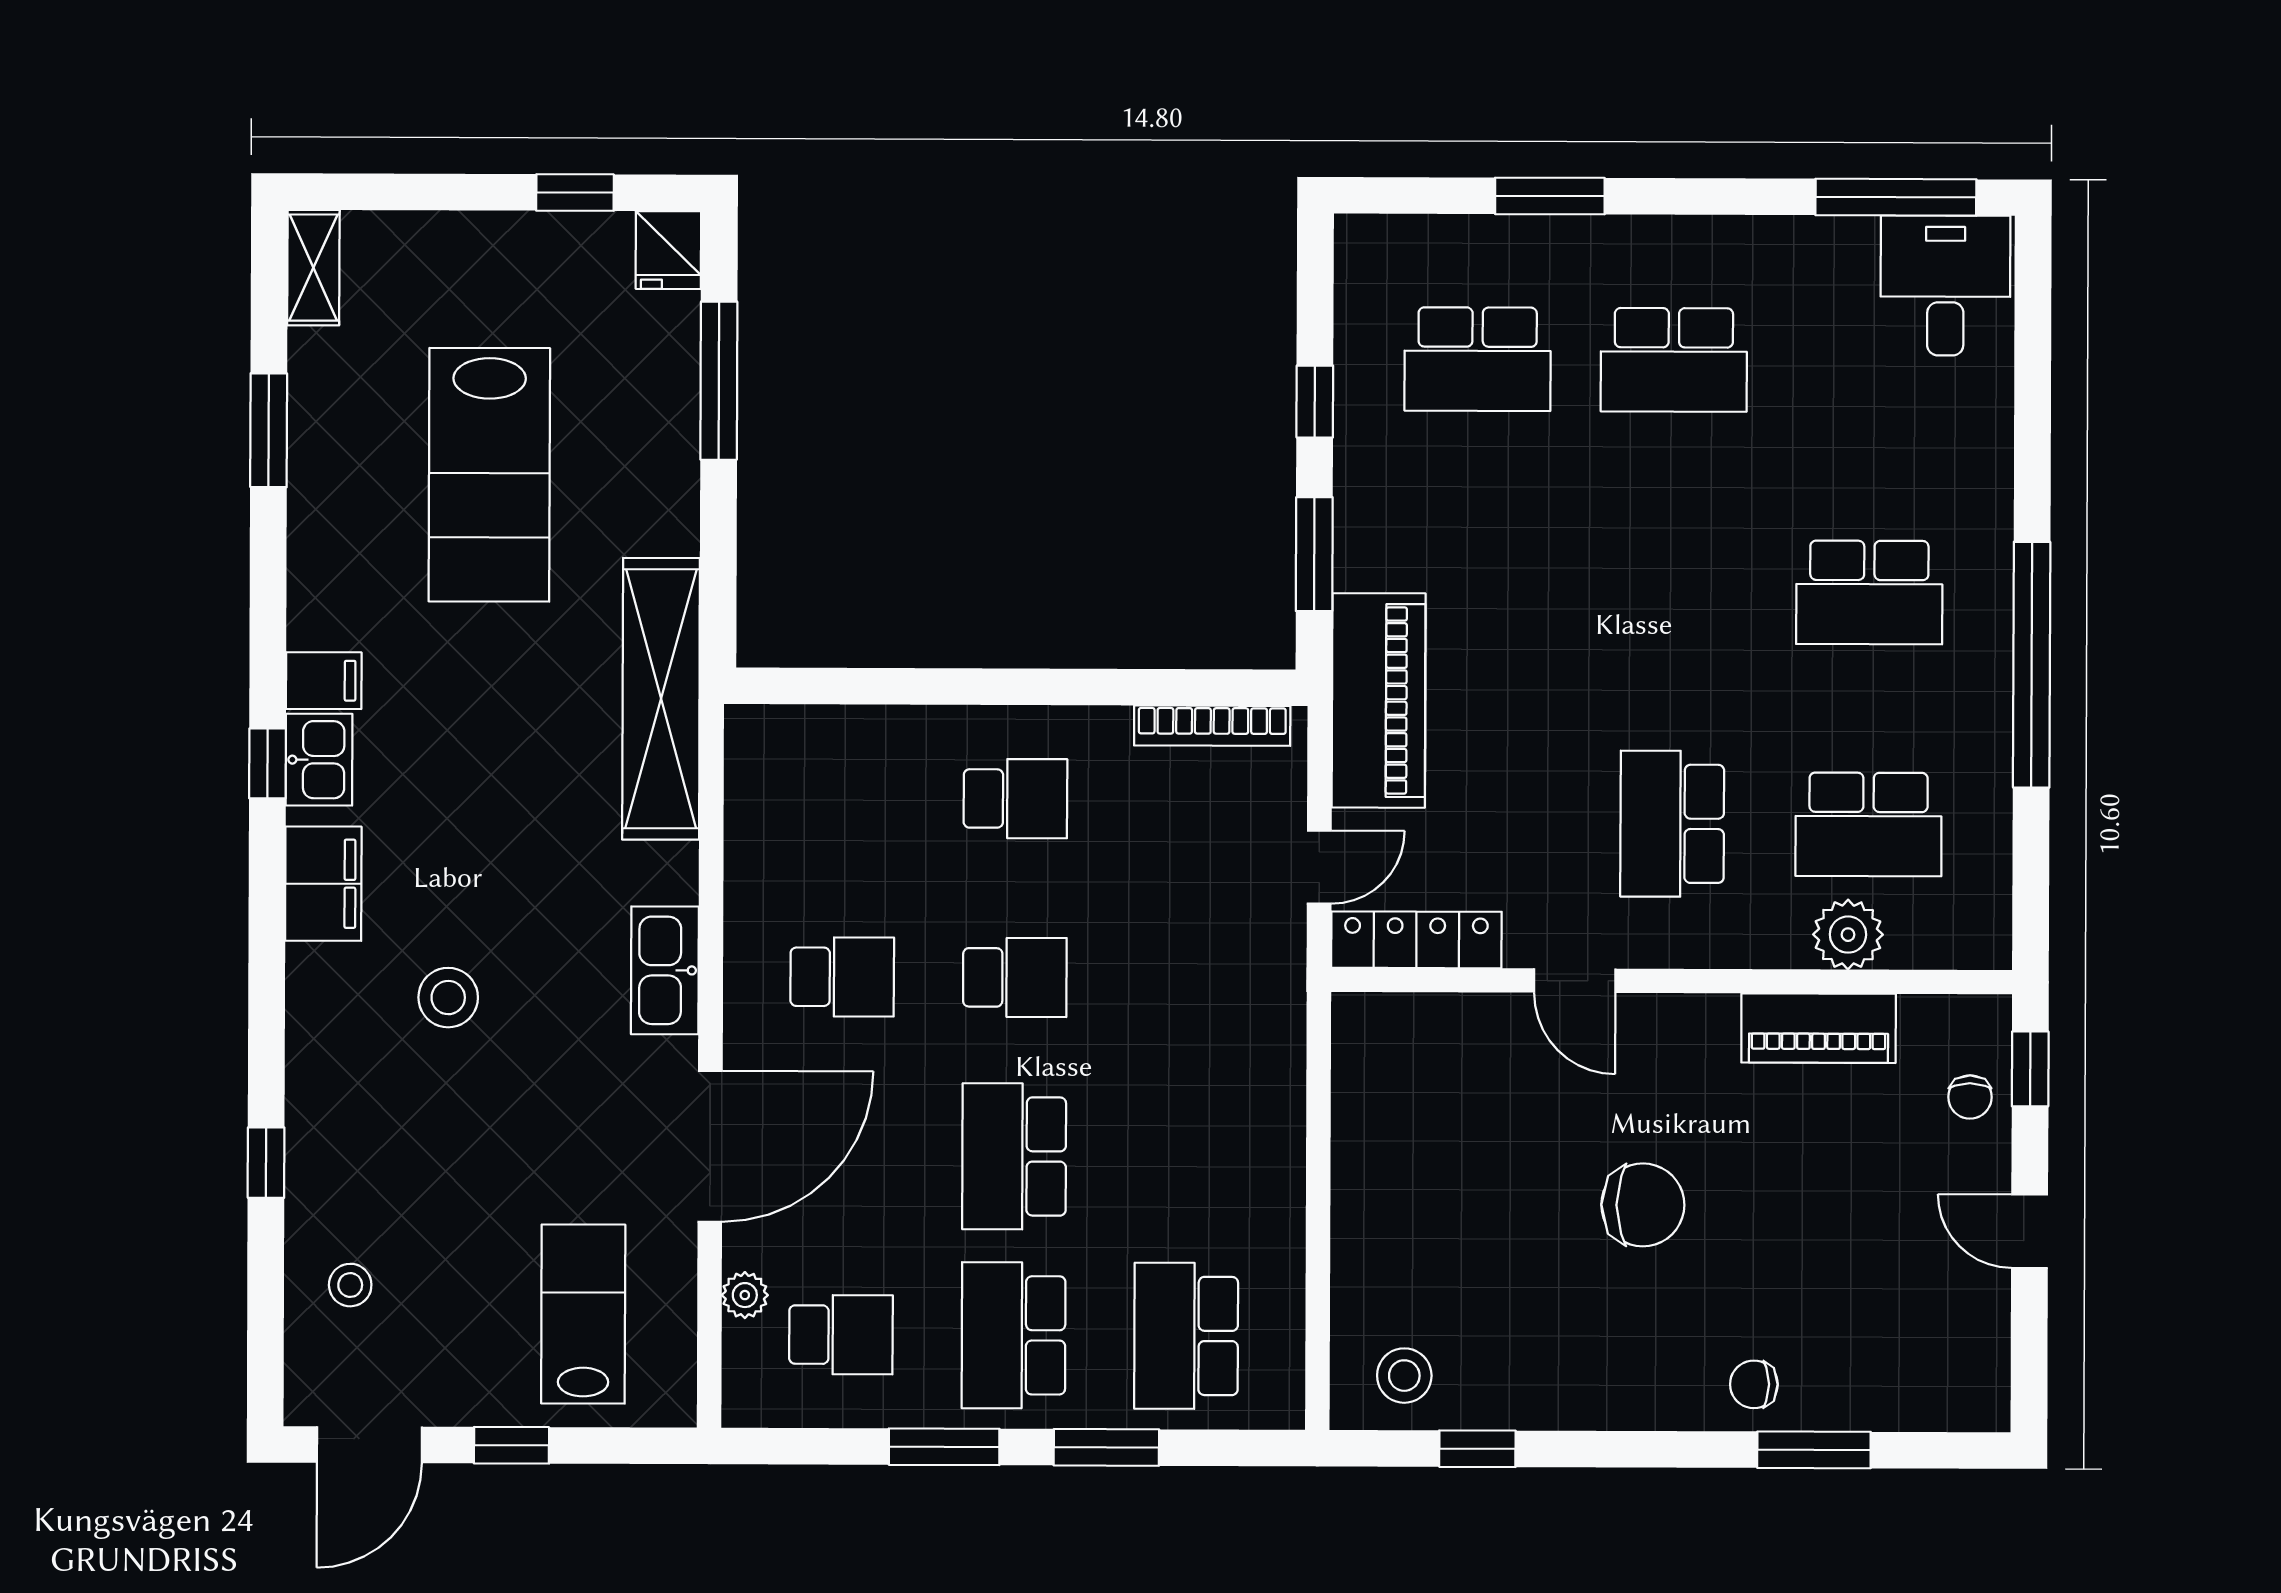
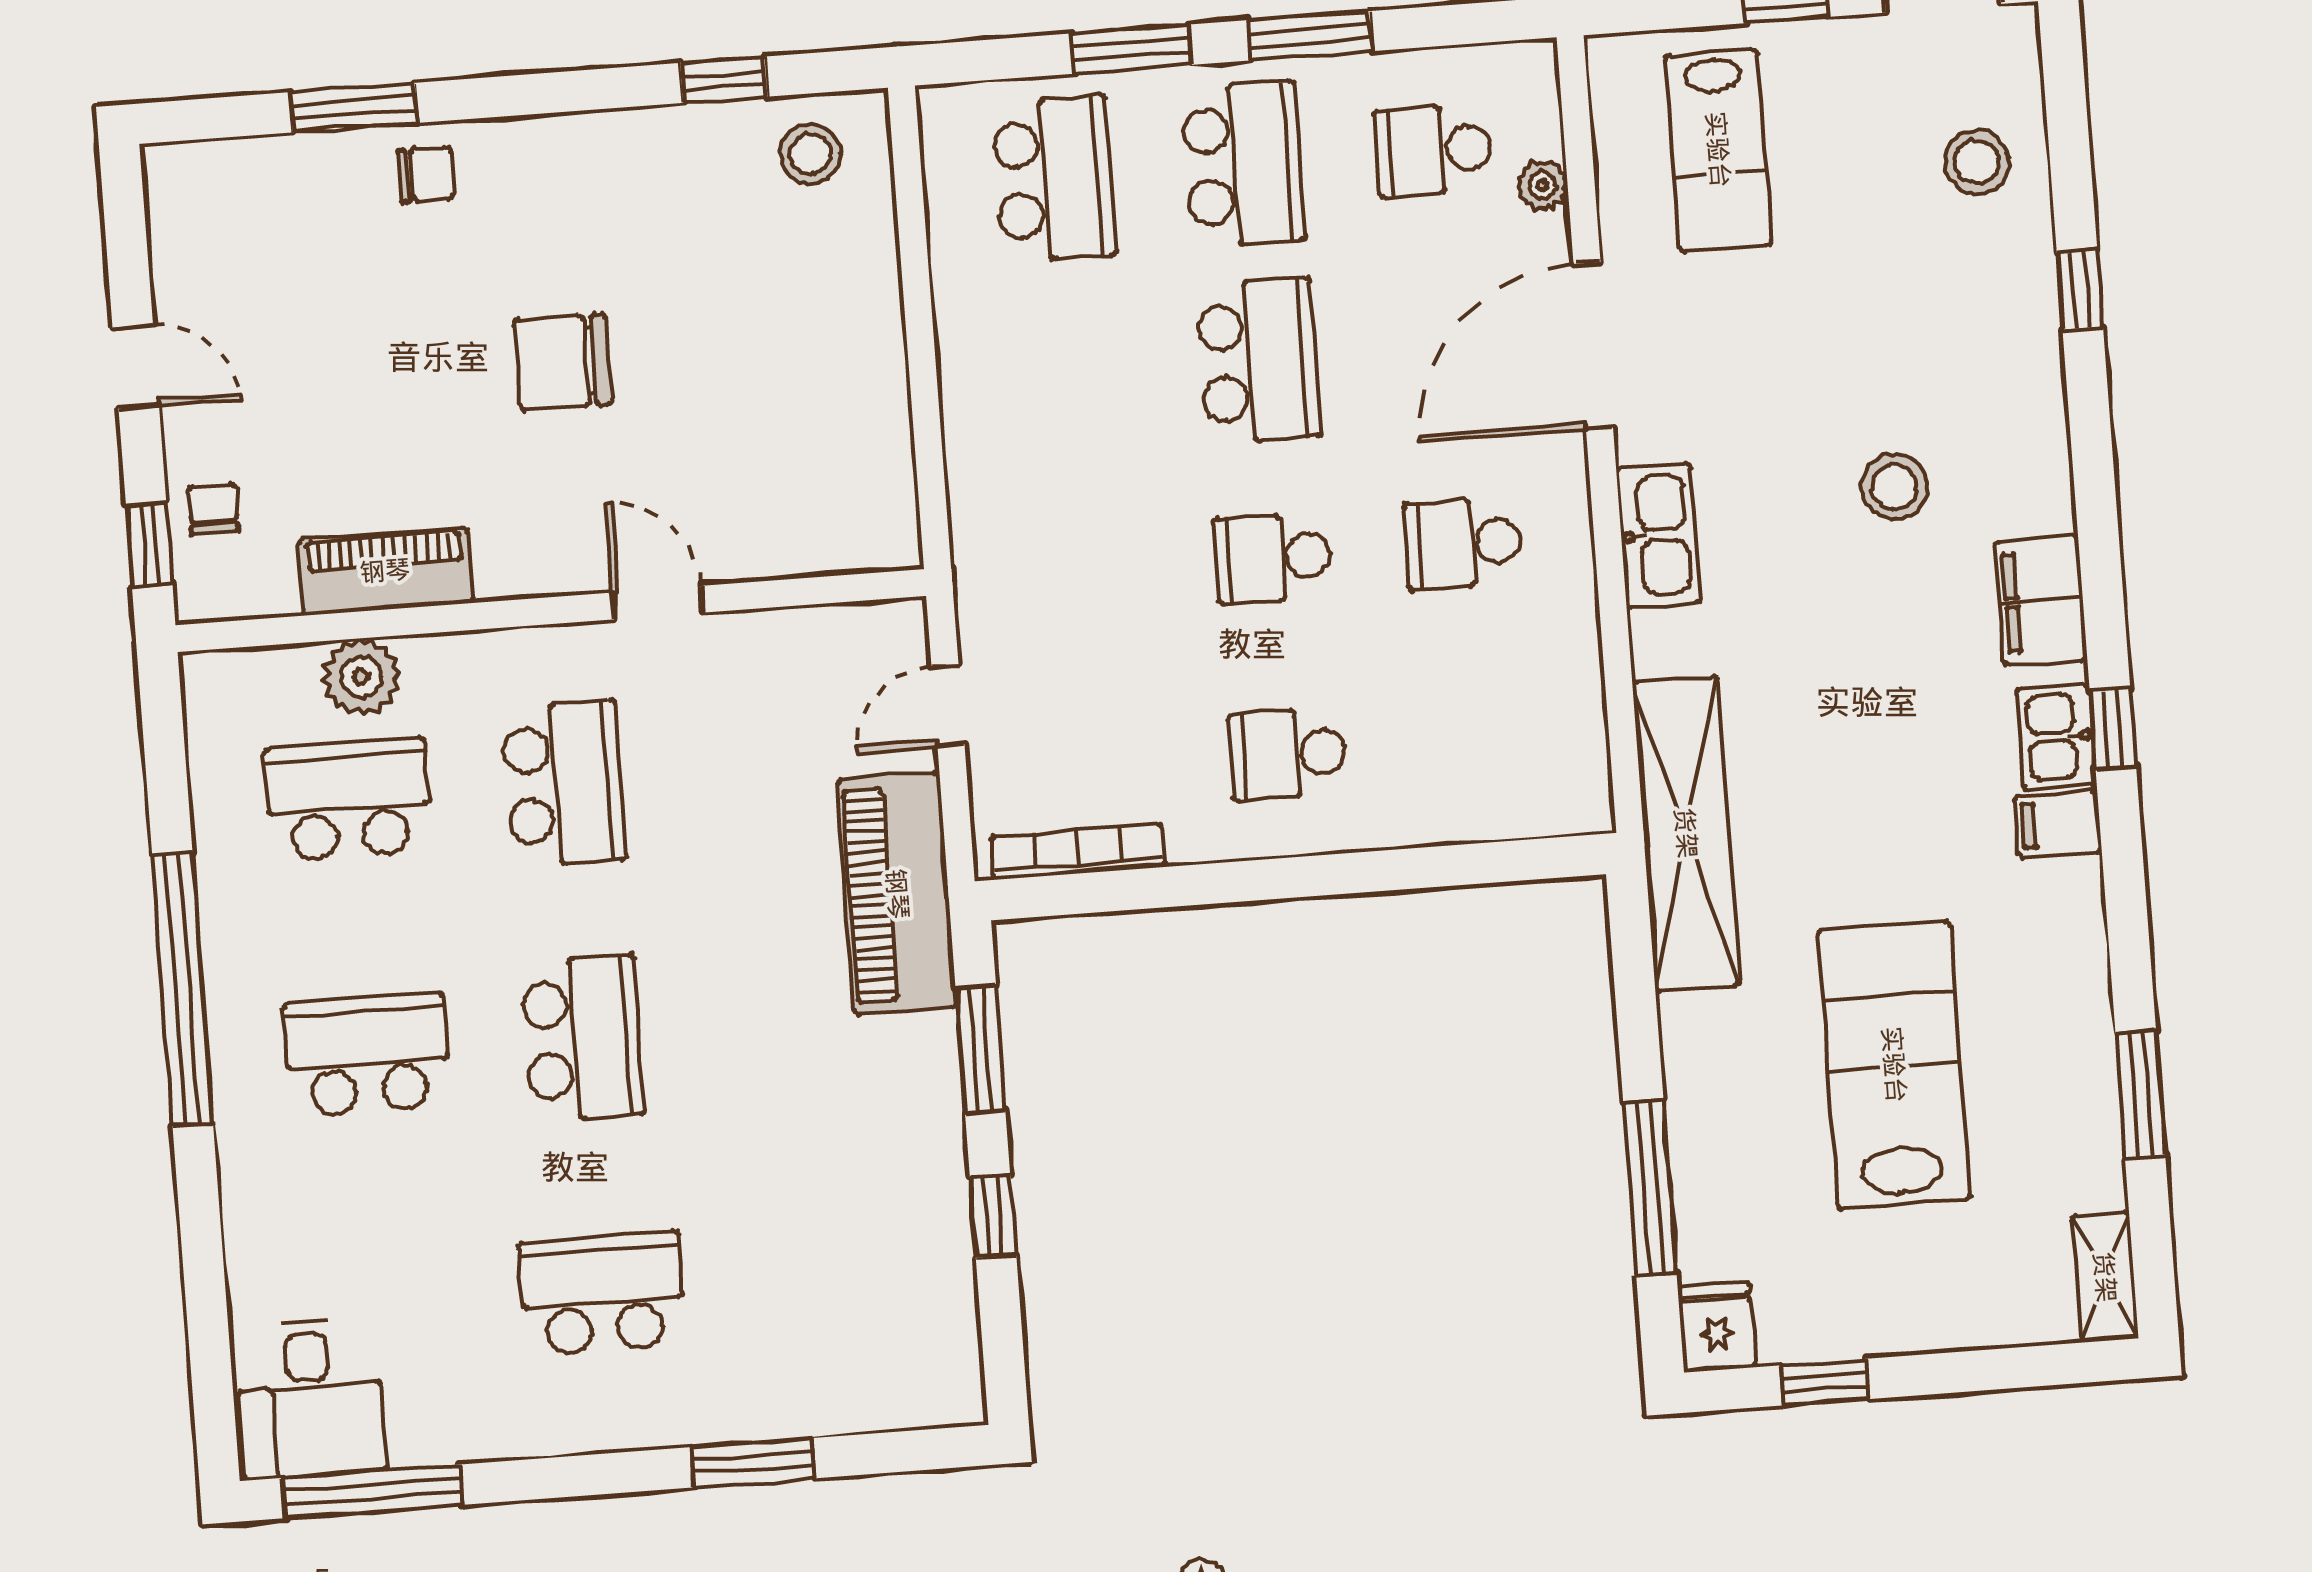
school desk: (1478, 359) -> (583, 1038), moved, turned 90
locker: (1416, 940) -> (835, 634), removed
stool: (350, 1285) -> (1977, 162), width x1.37, depth x1.37

